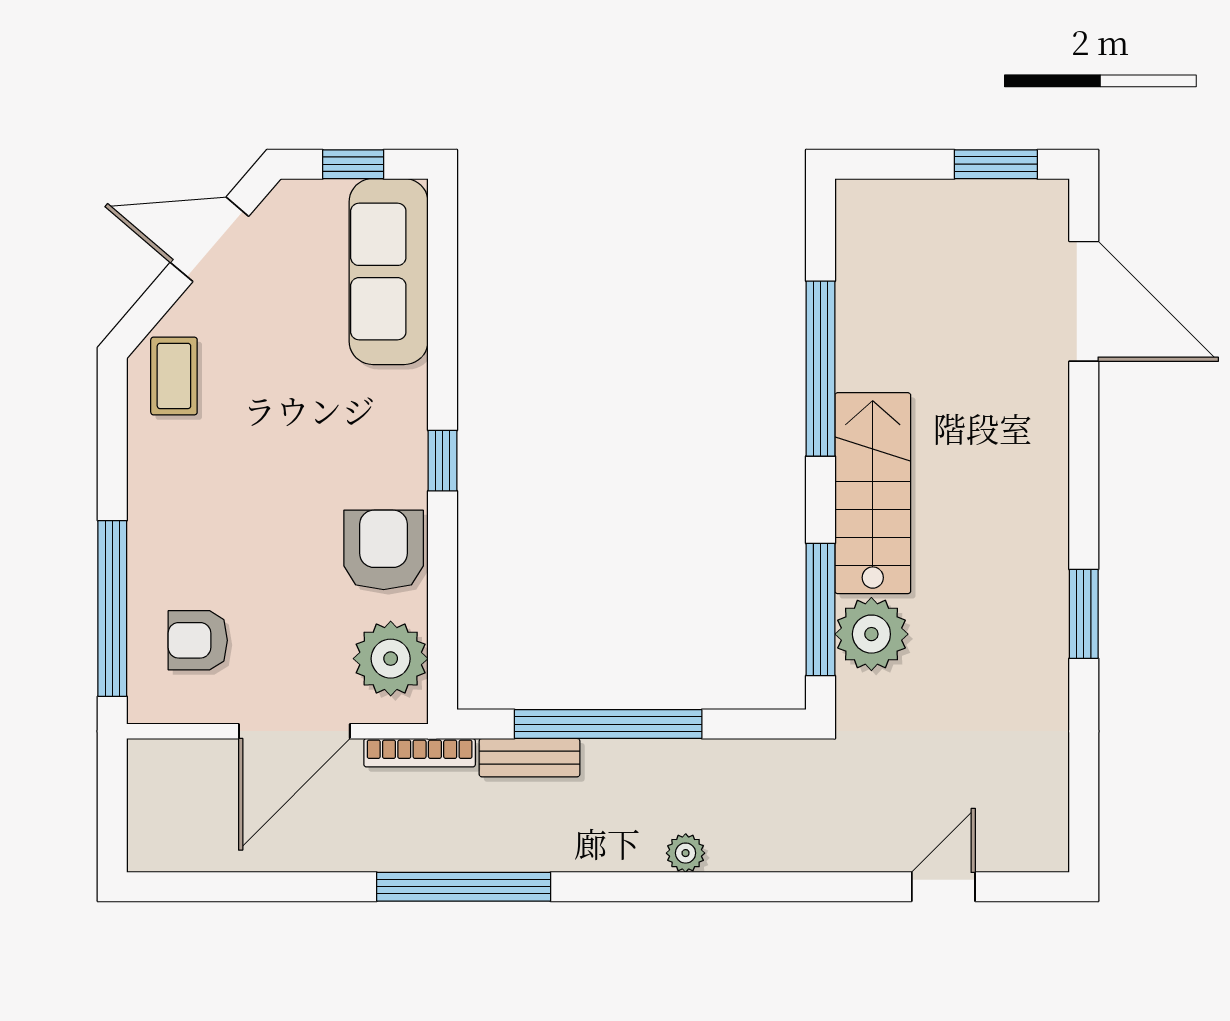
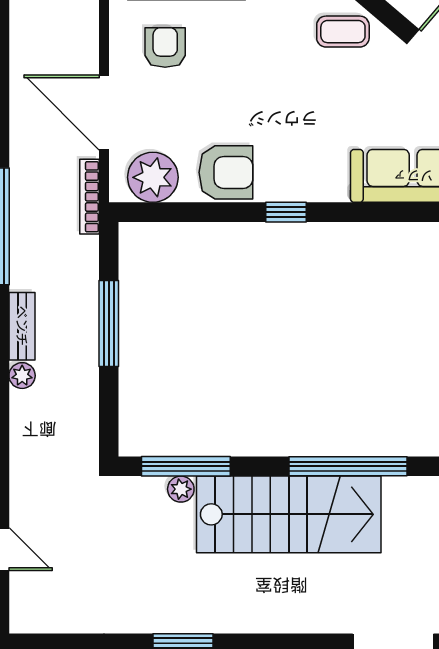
stairs: (873, 493) -> (289, 514), width x1.36, depth x1.51
plant: (871, 634) -> (181, 489), width x0.53, depth x0.53
window: (608, 724) -> (109, 324), width x0.68
bench: (529, 758) -> (22, 326), moved

